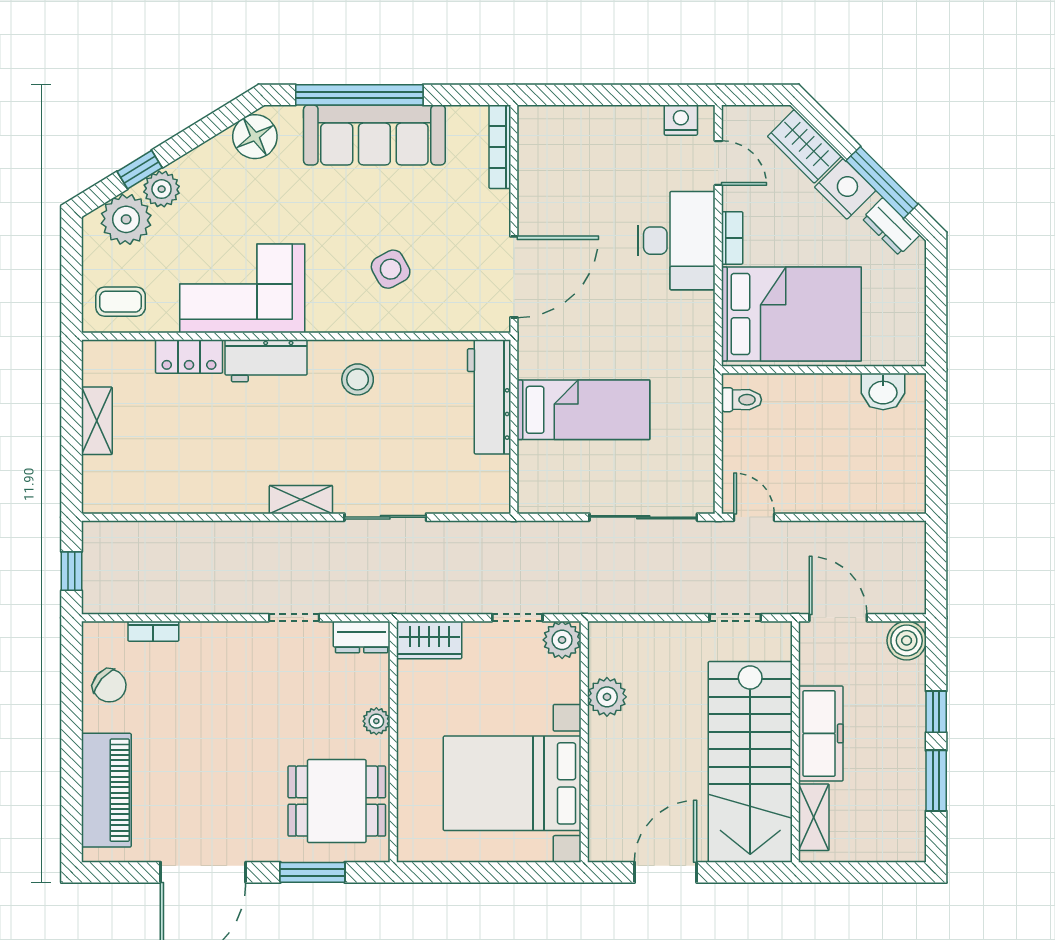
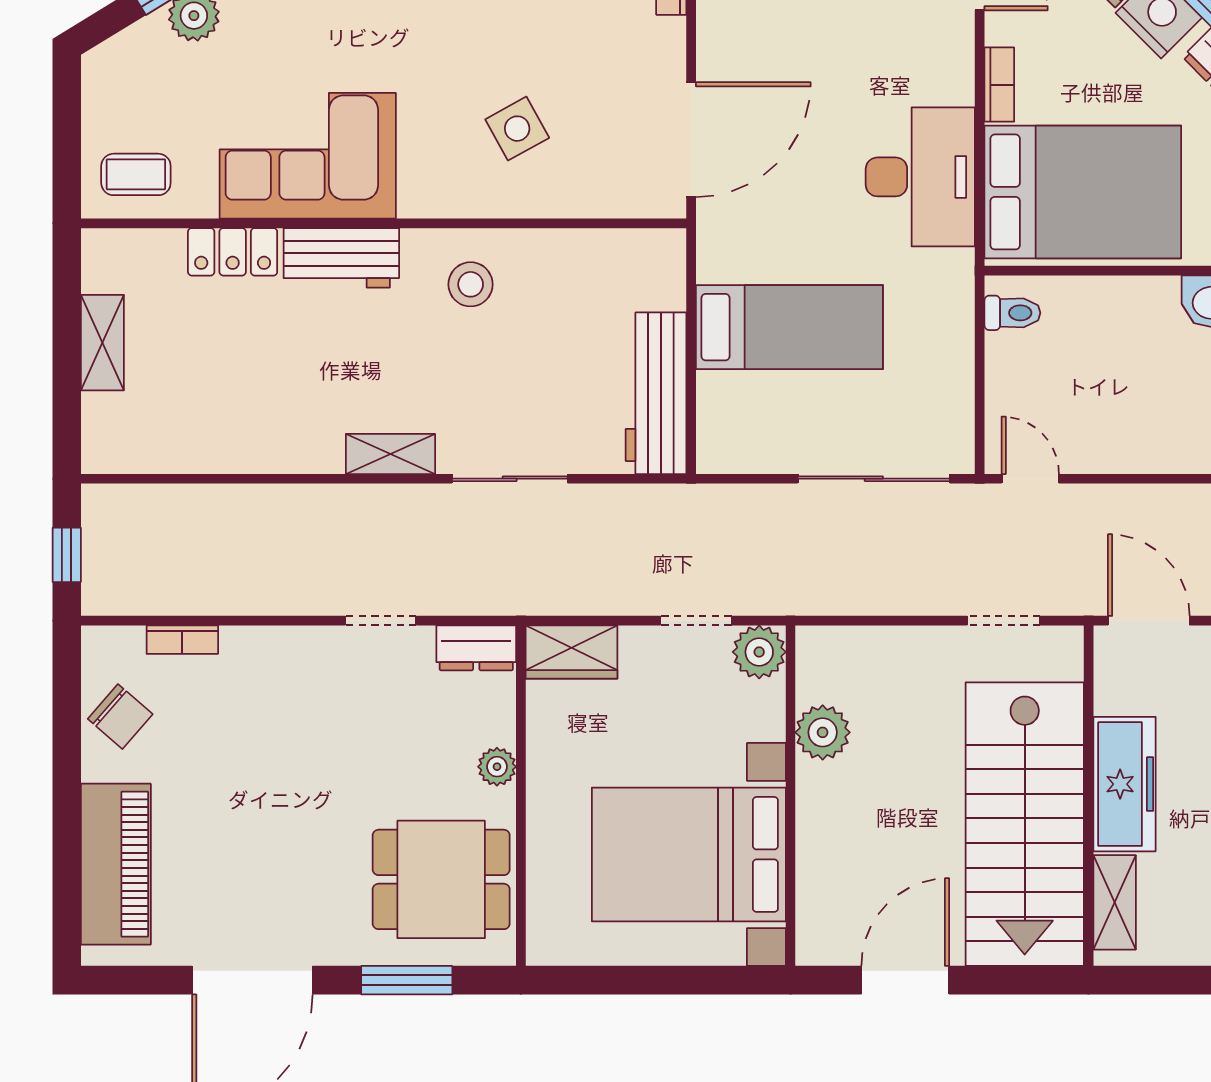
plant: (126, 219) -> (144, 58), removed
desk: (676, 241) -> (920, 177), moved
workbench: (489, 397) -> (656, 393), moved

